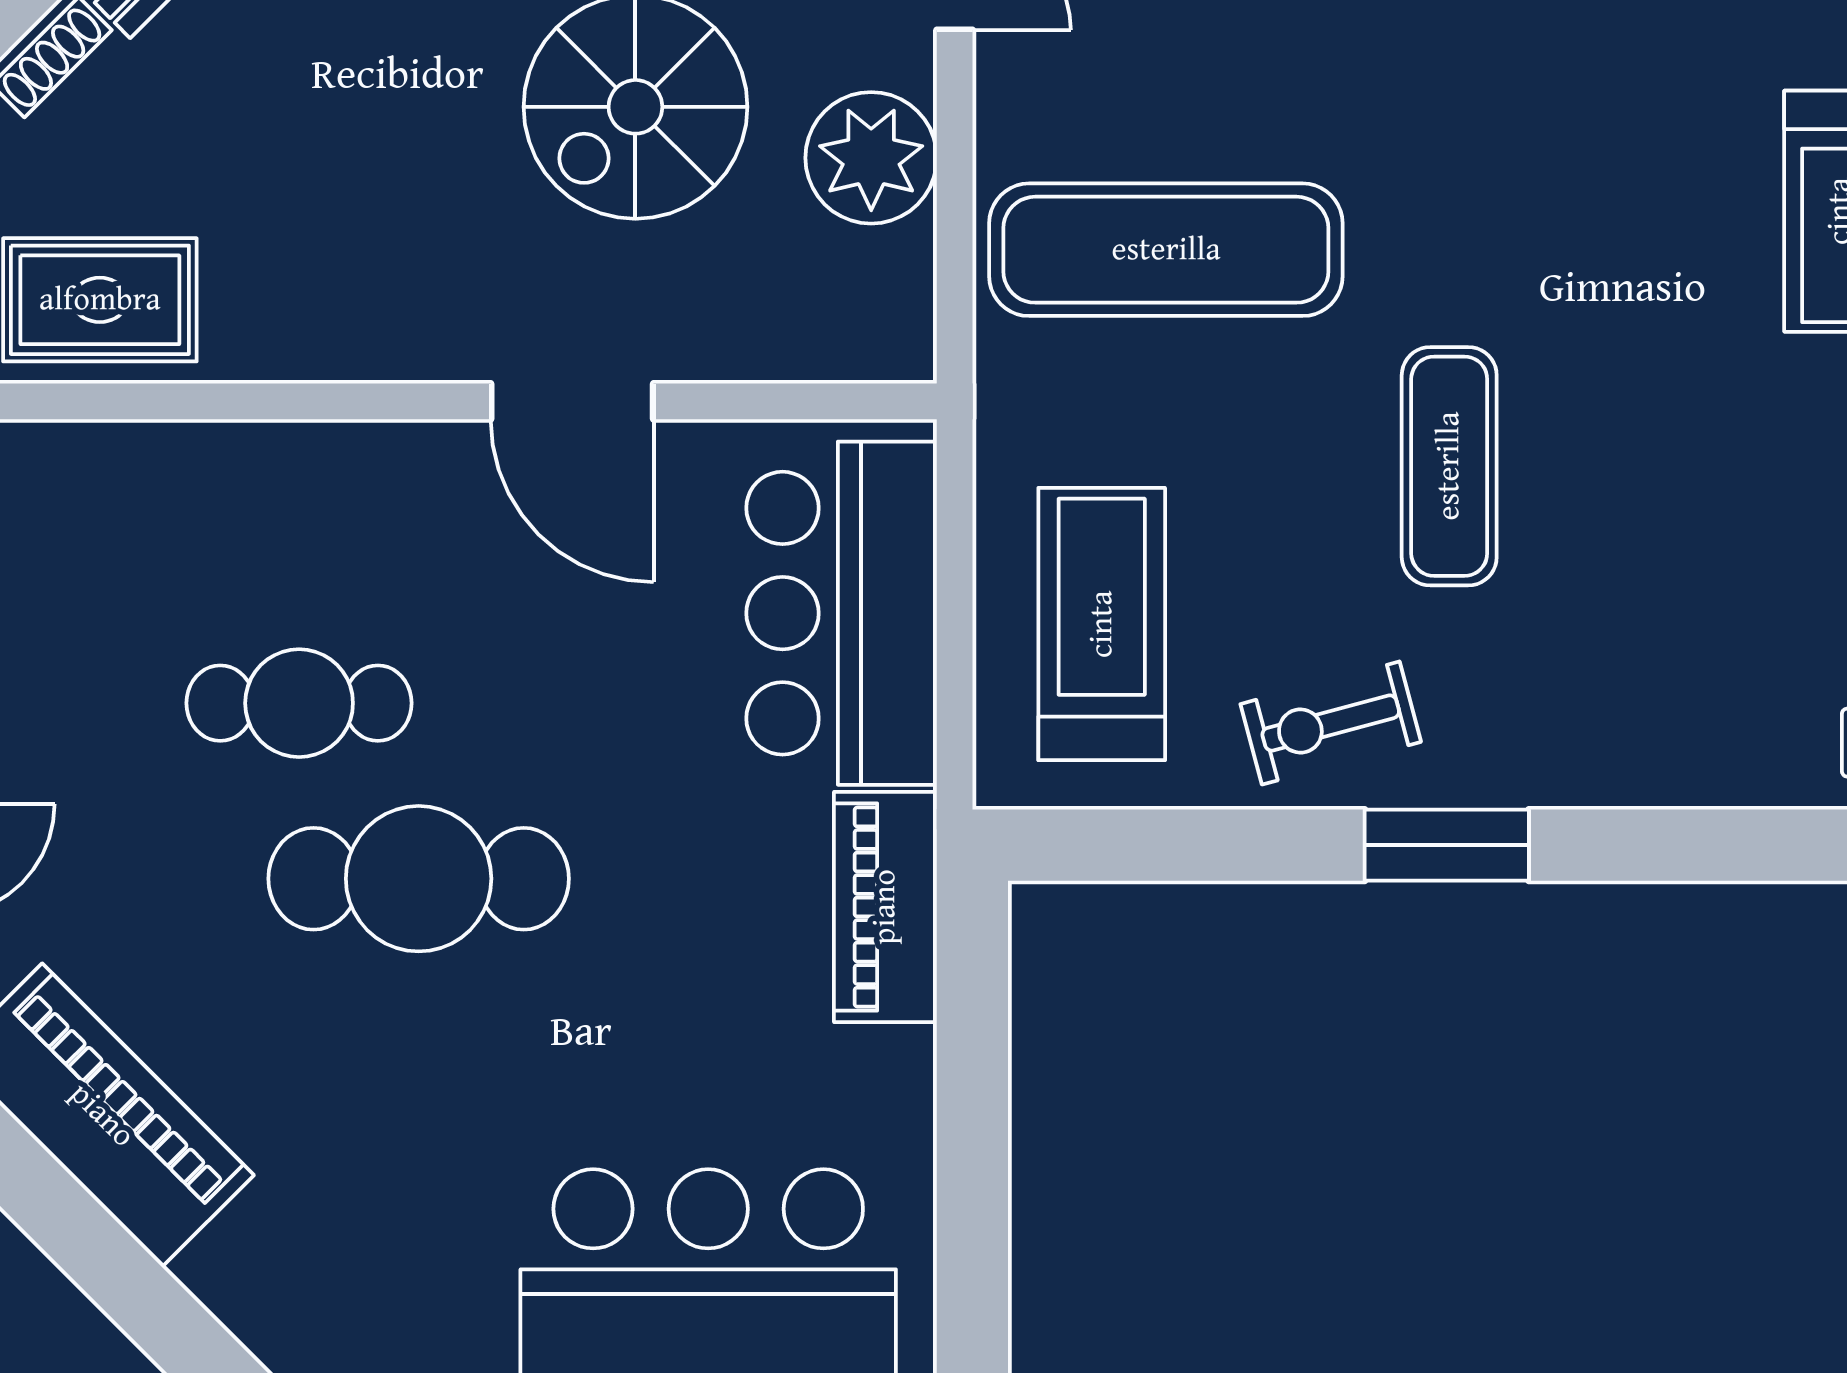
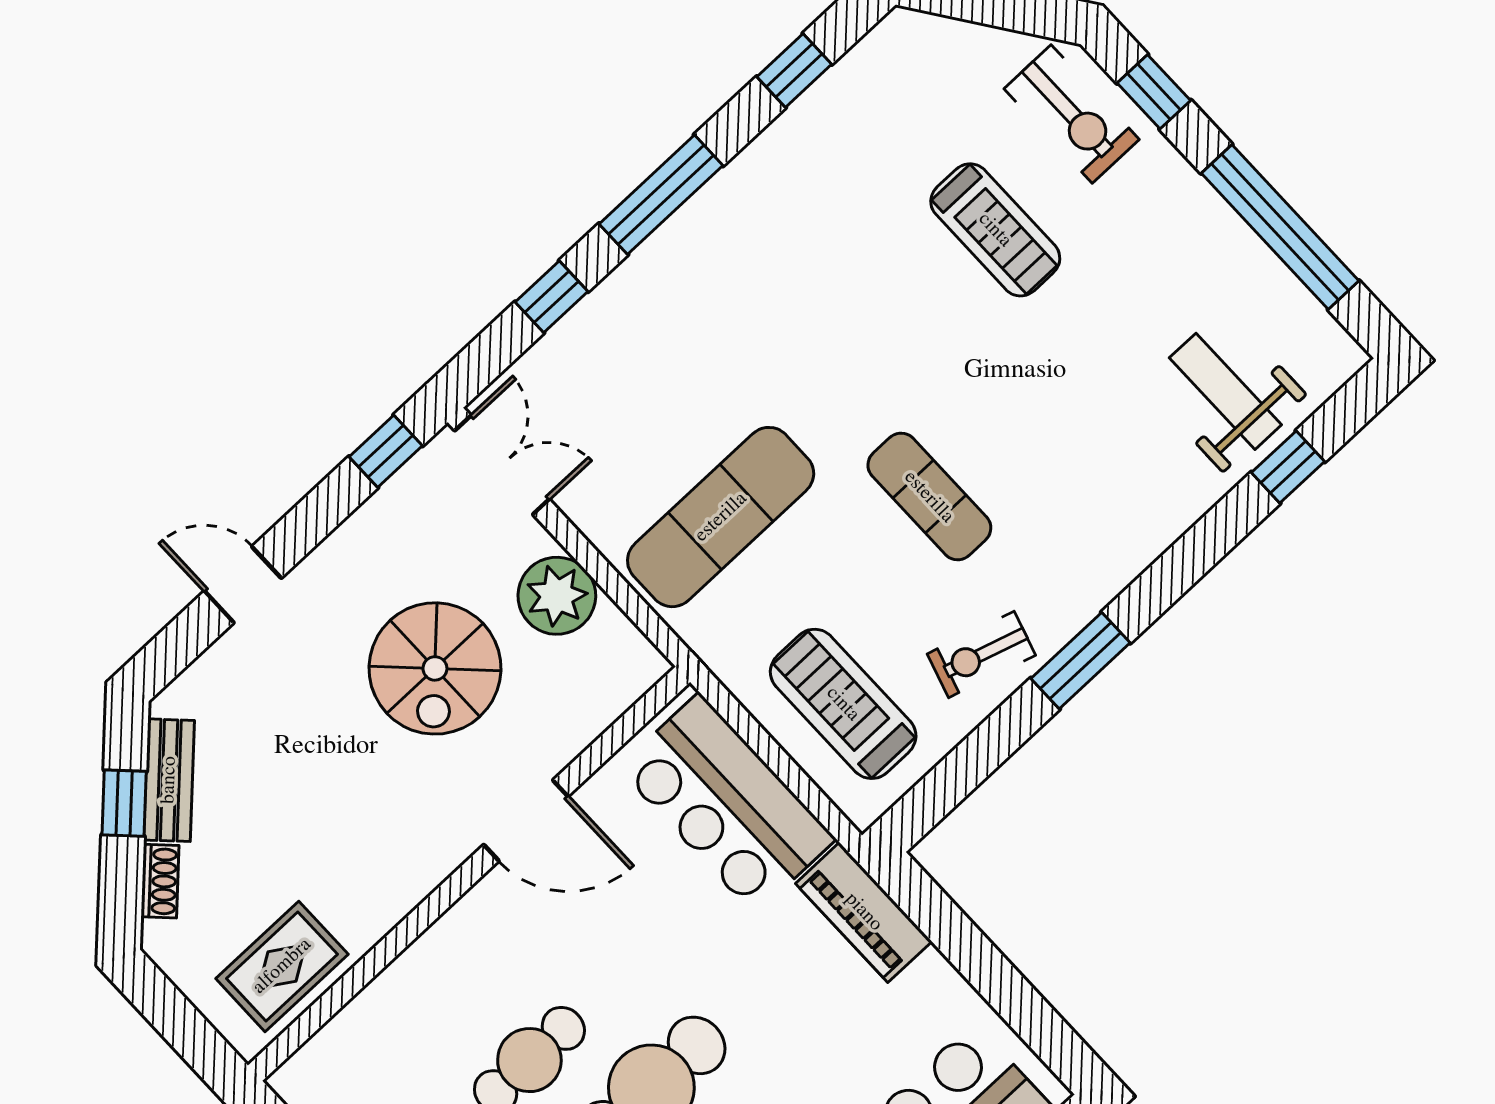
exercise bike: (1331, 723) -> (981, 655), turned 32

